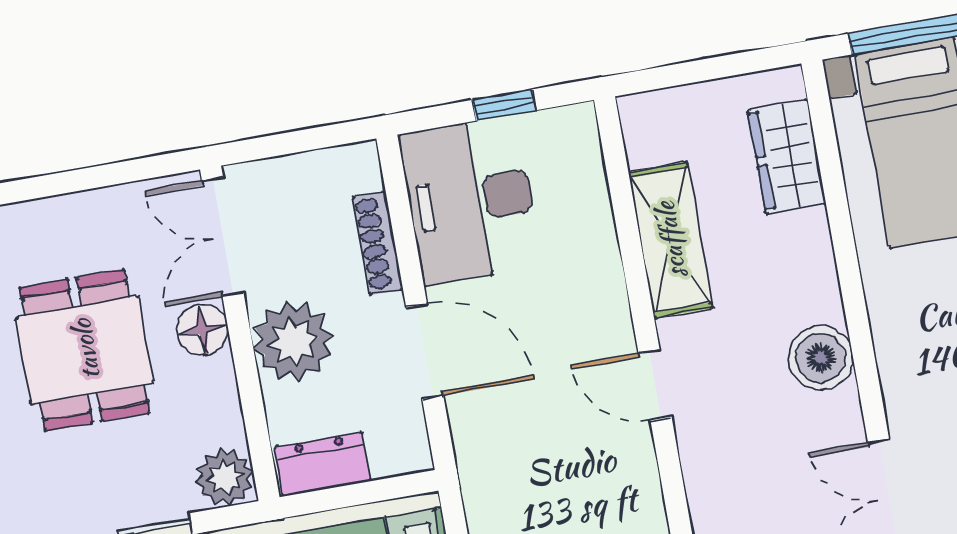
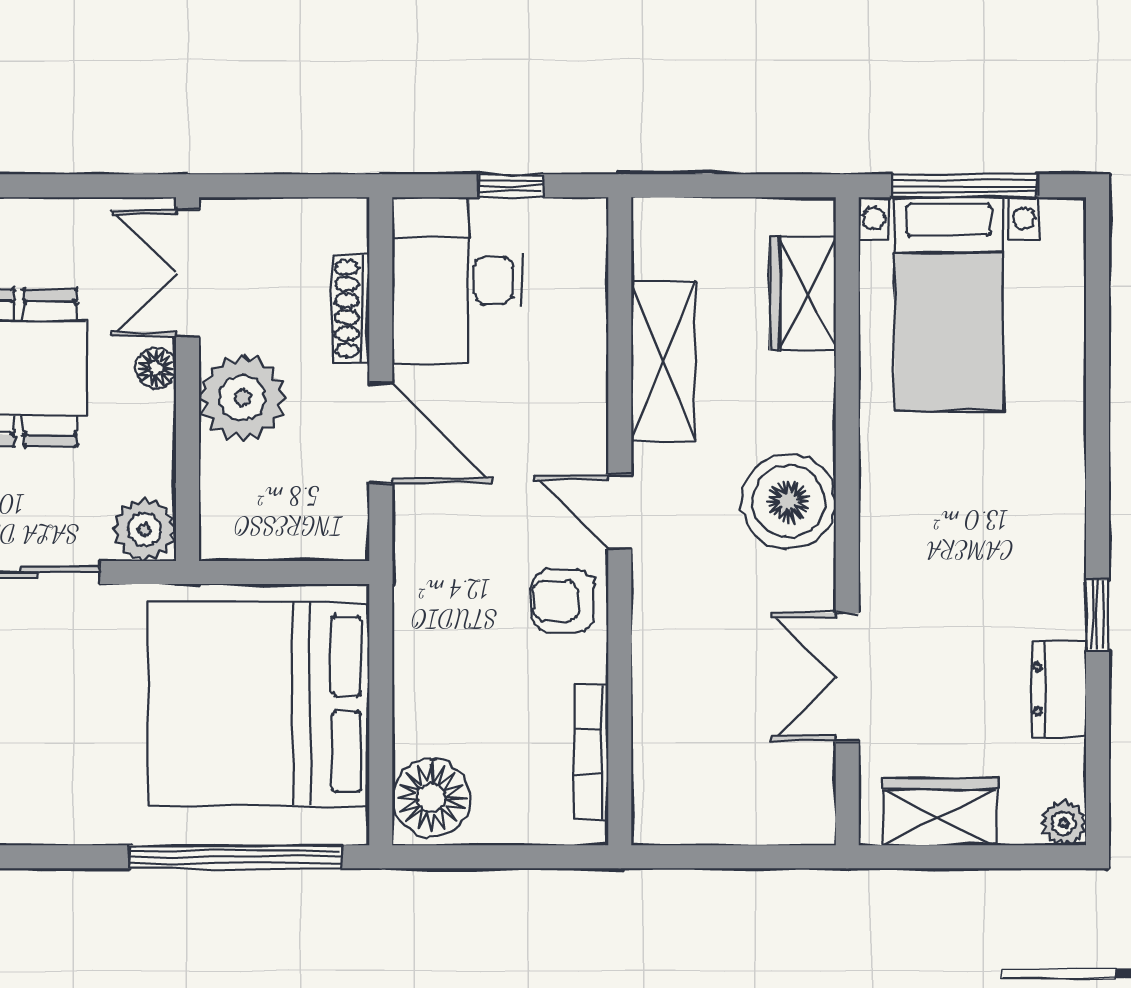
floor lamp: (203, 330) -> (156, 368), width x0.73, depth x0.73
boiler: (821, 358) -> (788, 501), width x1.37, depth x1.37
dresser: (322, 464) -> (251, 534), removed
armchair: (618, 475) -> (563, 601), added

